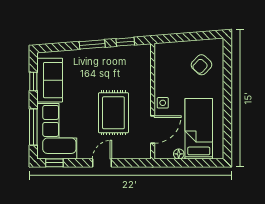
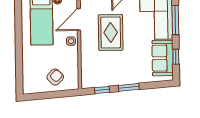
armchair: (202, 65) -> (55, 77), moved

